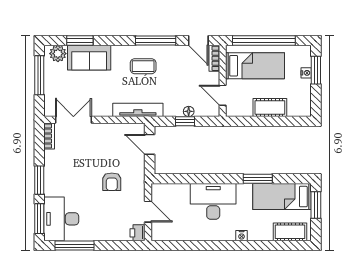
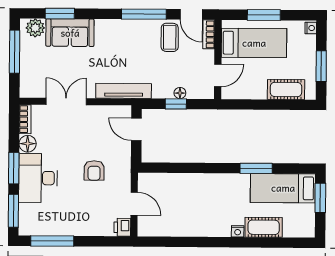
window: (264, 41) -> (264, 15), width x0.47
coffee table: (143, 66) -> (170, 37), moved, turned 90
window: (316, 70) -> (321, 66), moved
nightstand: (306, 73) -> (311, 28), moved
door: (223, 95) -> (218, 75), swing flipped
cot: (270, 108) -> (286, 90), moved
double door: (73, 120) -> (66, 101), moved
floor lamp: (52, 158) -> (28, 144), added
desk: (213, 201) -> (206, 193), removed
desk: (61, 219) -> (38, 178), moved
cot: (290, 232) -> (264, 227), moved

